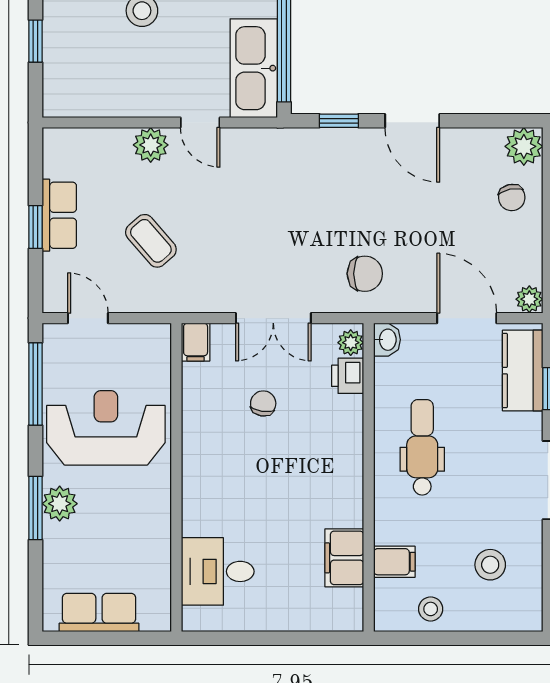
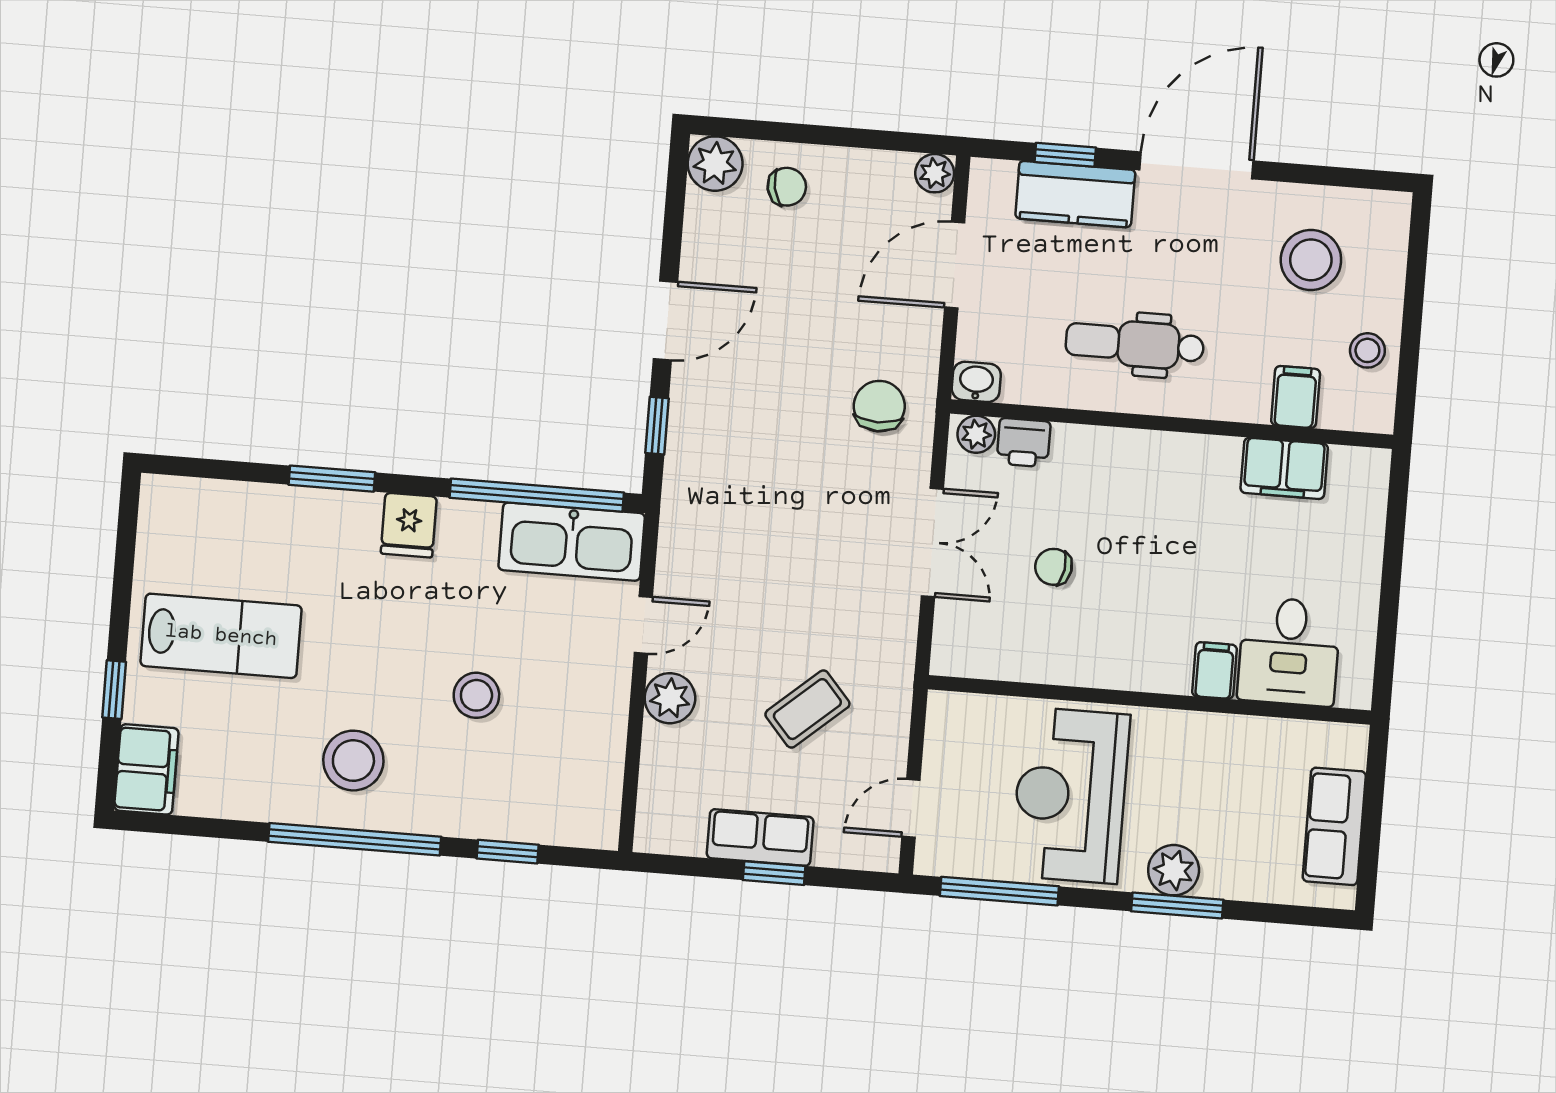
filing cabinet: (196, 342) -> (1215, 671), moved, turned -90
kitchen counter: (523, 371) -> (1075, 194), moved
stool: (490, 565) -> (1311, 260), width x1.38, depth x1.38

